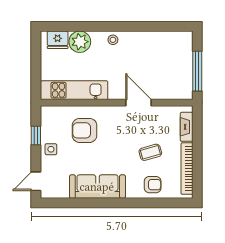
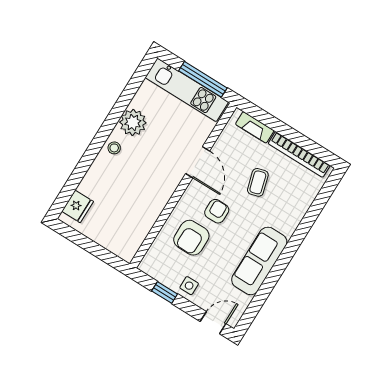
plant: (80, 42) -> (133, 122), moved
kitchen unit: (74, 90) -> (187, 90), moved, turned -90
door: (139, 103) -> (198, 162), swing flipped
door: (36, 181) -> (213, 323), swing flipped
armchair: (153, 185) -> (217, 211), moved

